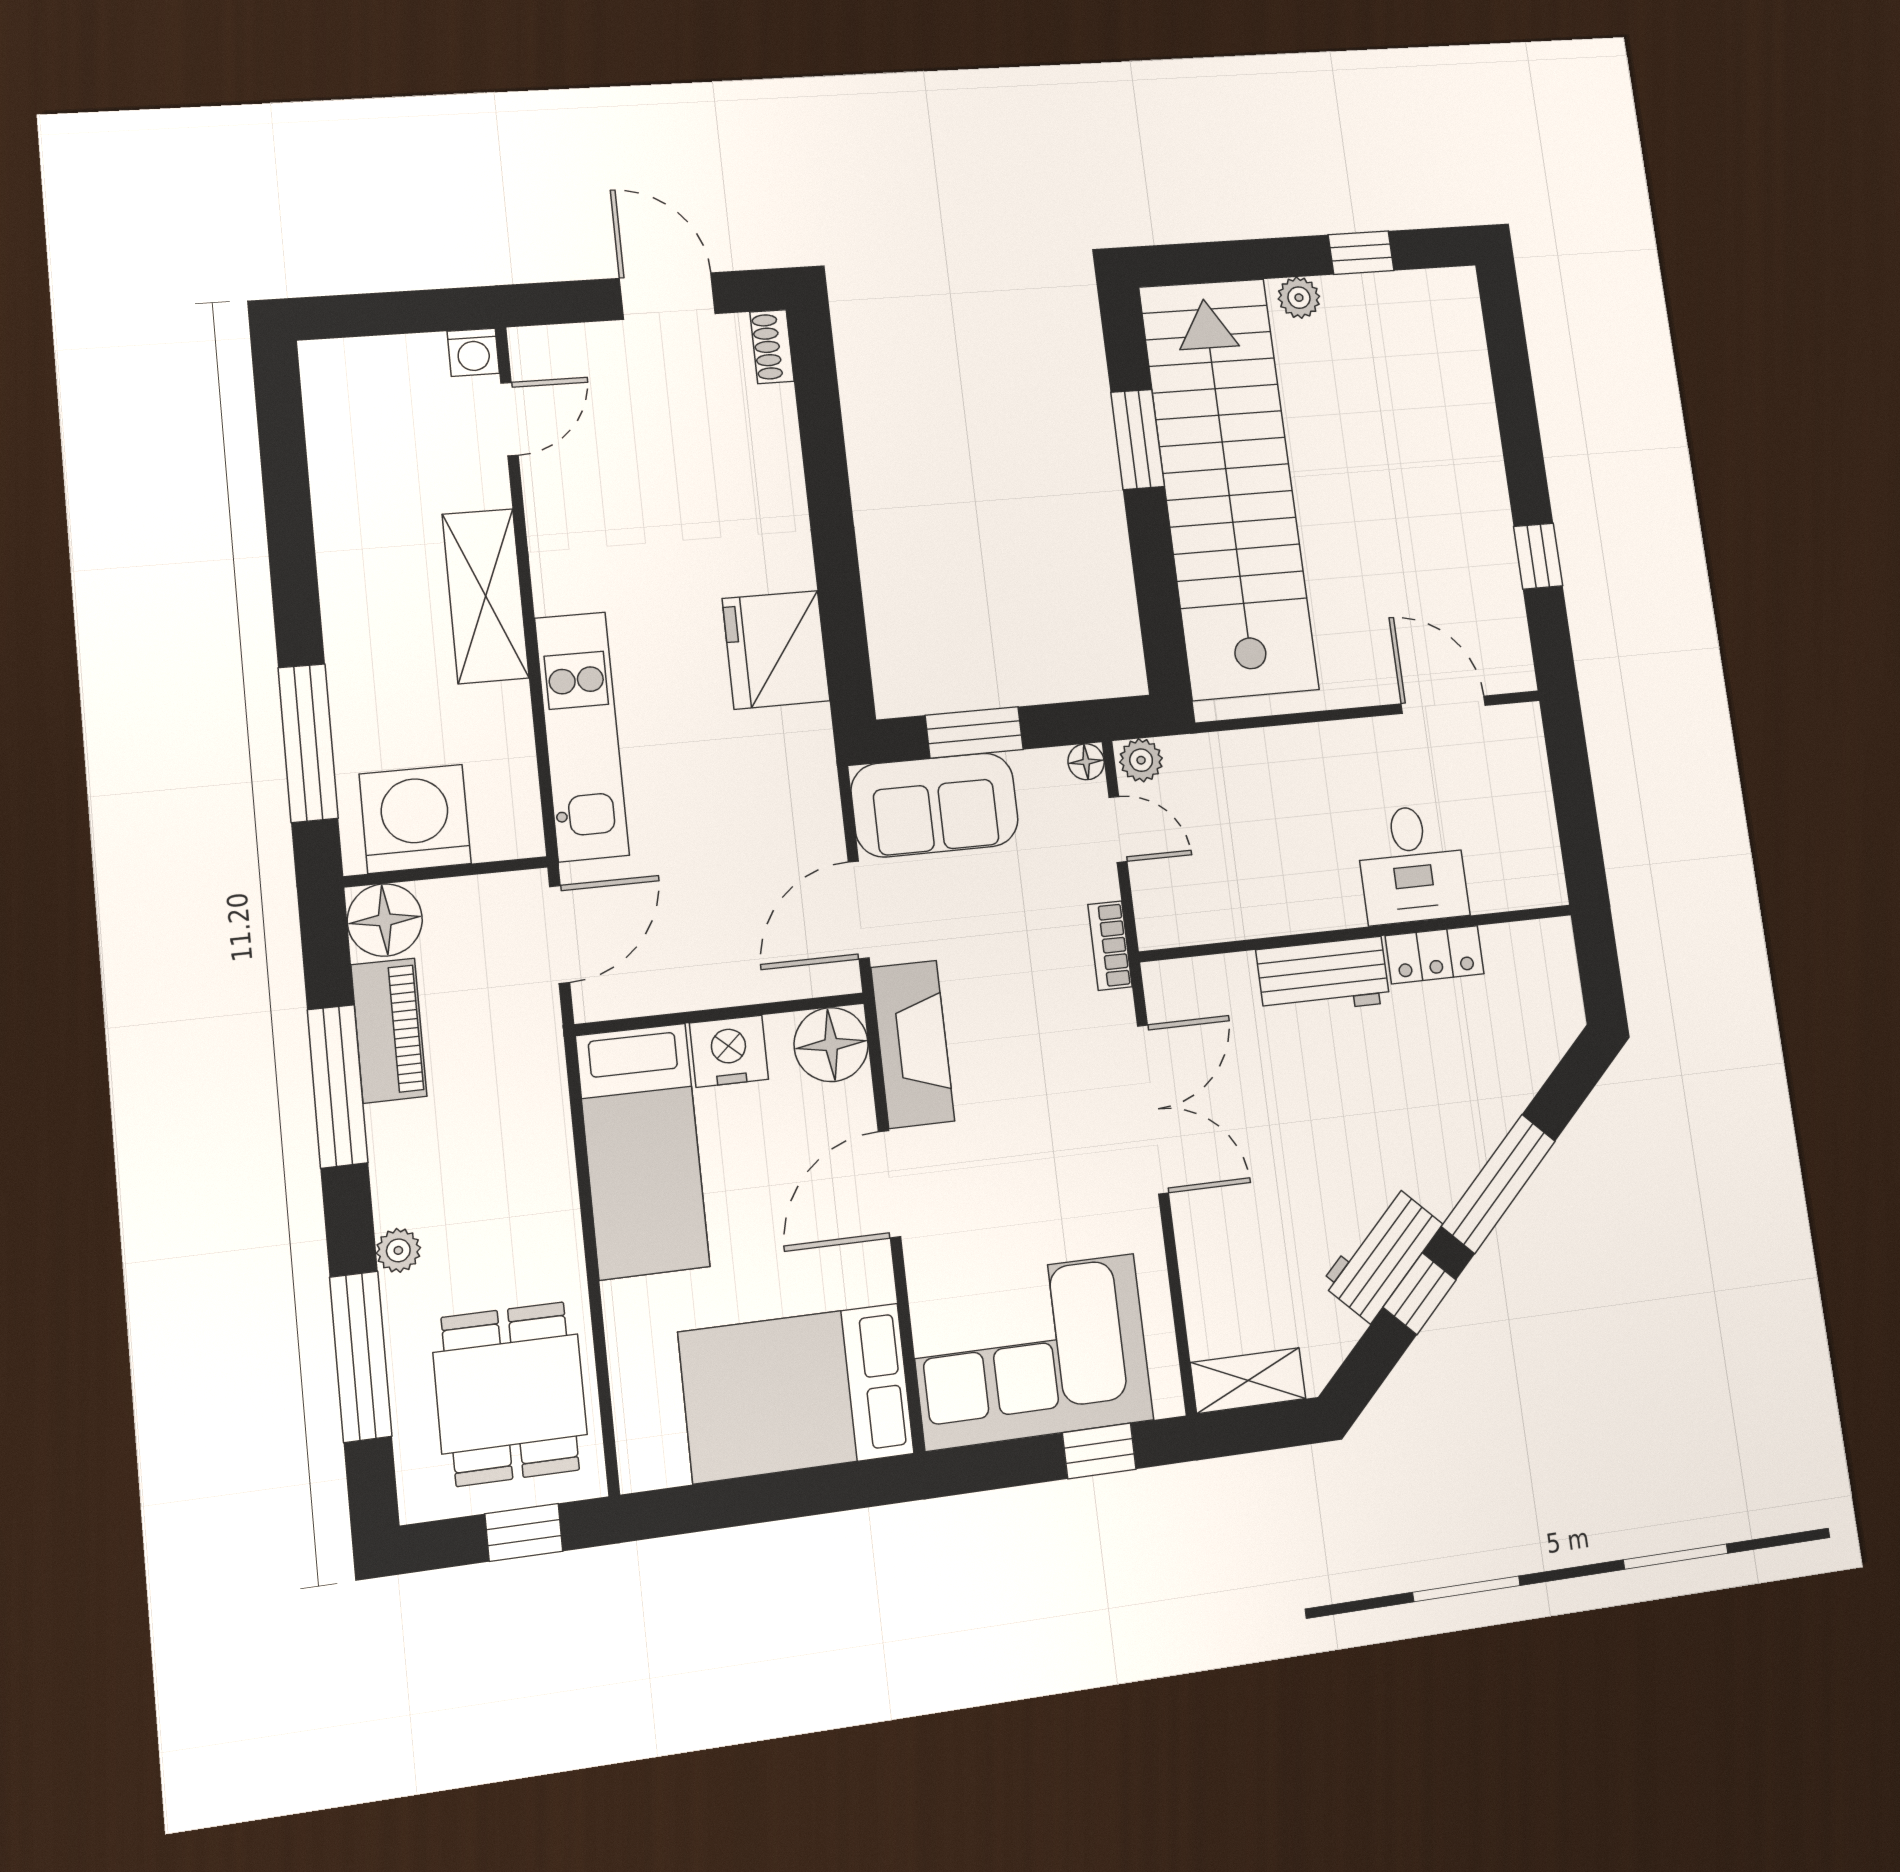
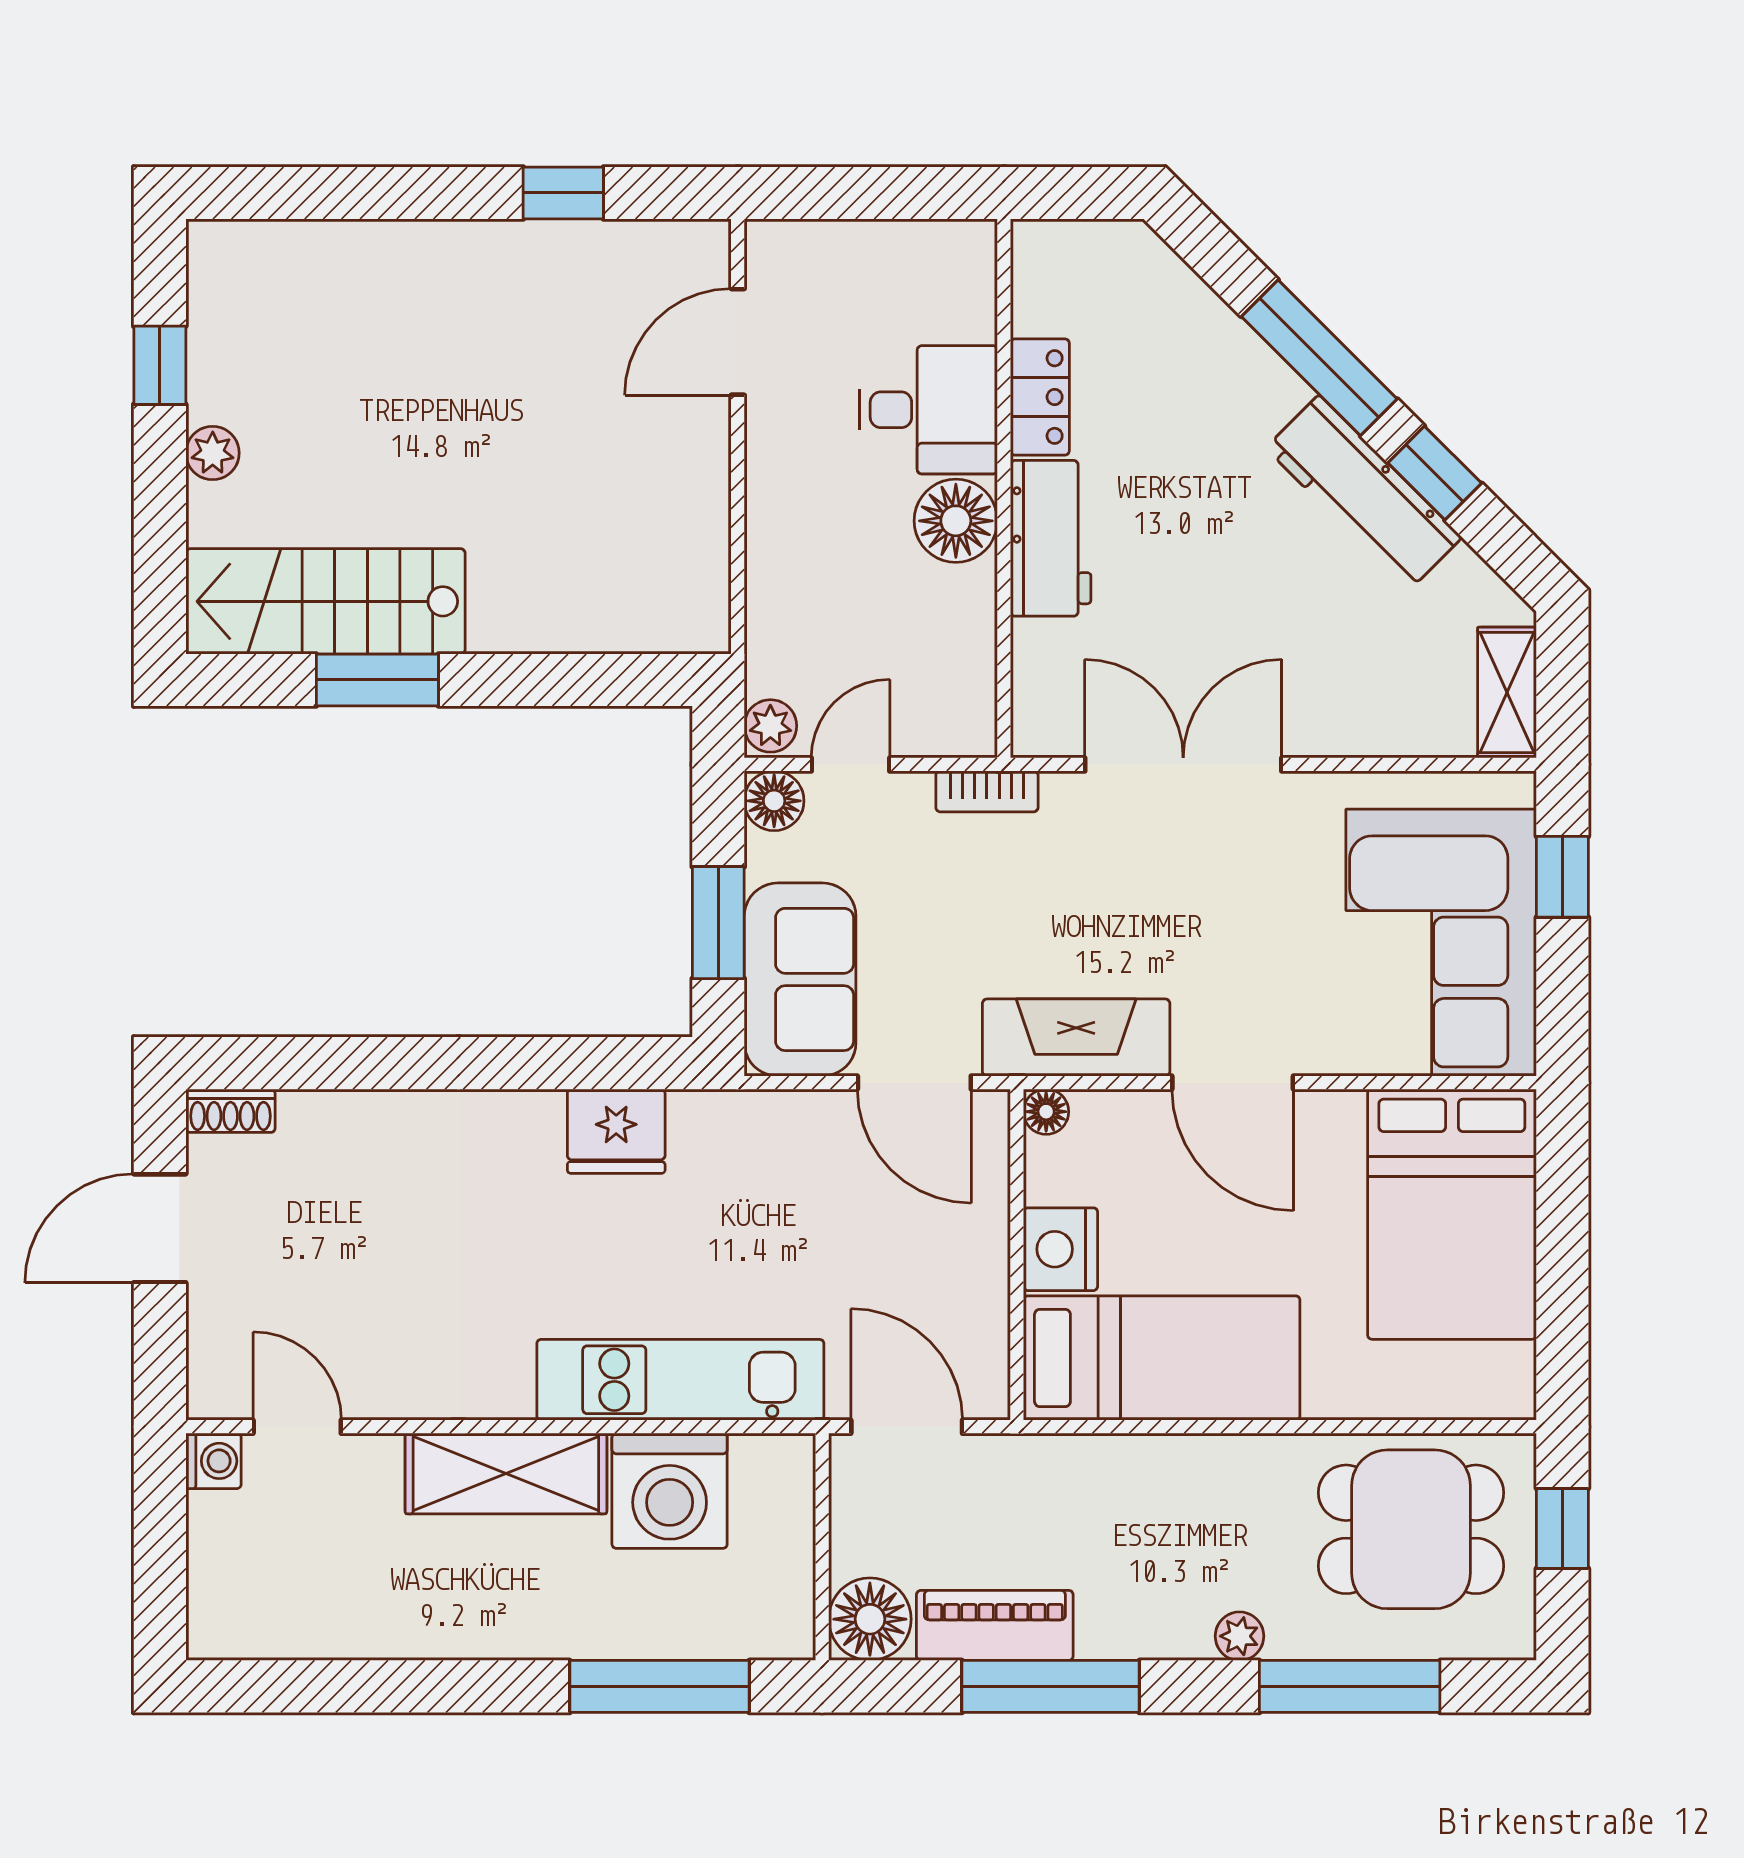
stairs: (1228, 487) -> (325, 601), width x0.54, depth x0.66
fridge: (776, 650) -> (616, 1131), width x0.73, depth x0.75
floor lamp: (1086, 762) -> (774, 801), width x1.37, depth x1.37
washing machine: (415, 819) -> (670, 1491), moved, turned -90
floor lamp: (1327, 896) -> (956, 521), added
floor lamp: (831, 1045) -> (1046, 1112), width x0.53, depth x0.53
workbench: (1382, 1254) -> (1364, 493), width x1.38

